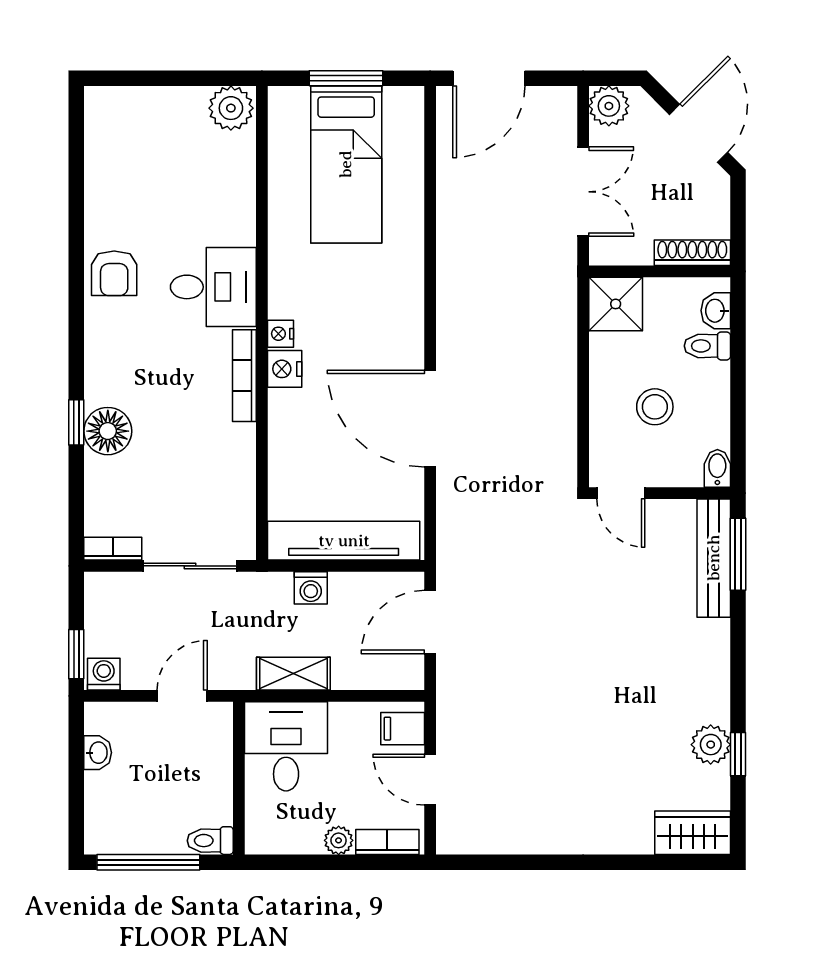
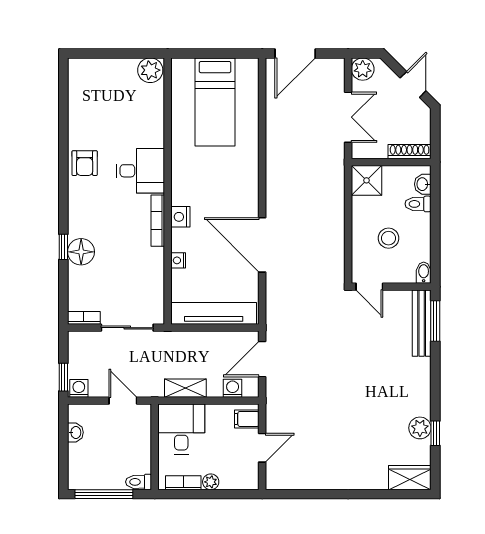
window: (346, 78) -> (215, 53), removed
door: (699, 133) -> (413, 84), width x0.73
nightstand: (280, 334) -> (178, 260), moved
washing machine: (311, 588) -> (233, 388), moved, turned 180
door: (182, 696) -> (123, 401), hinge flipped
door: (430, 780) -> (262, 448), swing flipped
bookcase: (387, 842) -> (183, 483), moved

